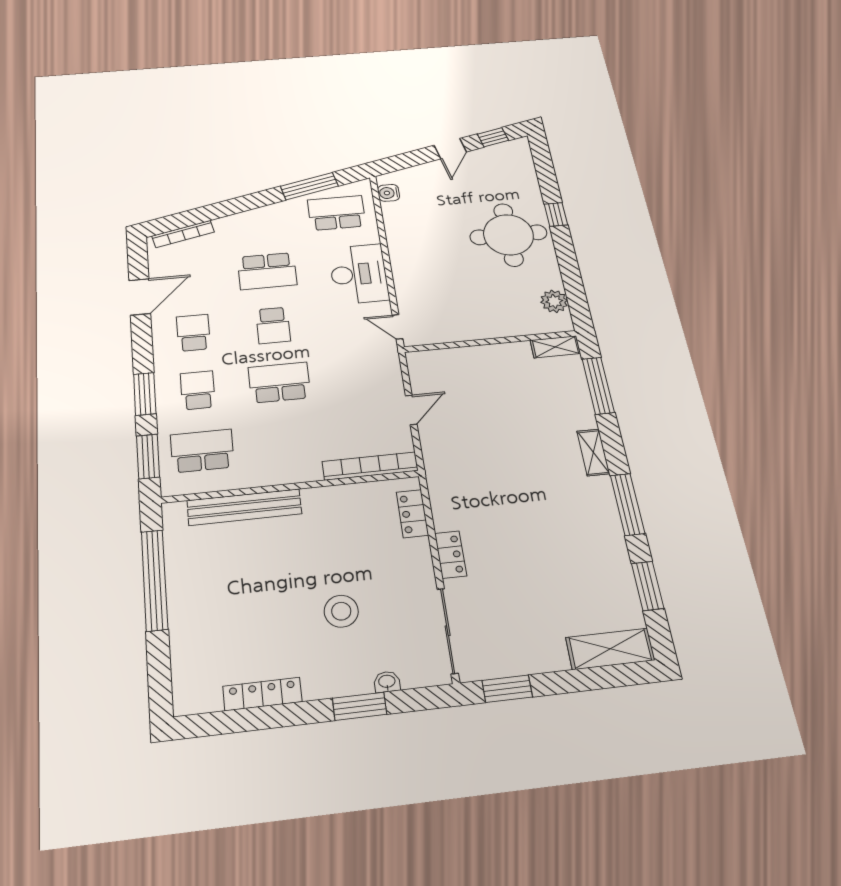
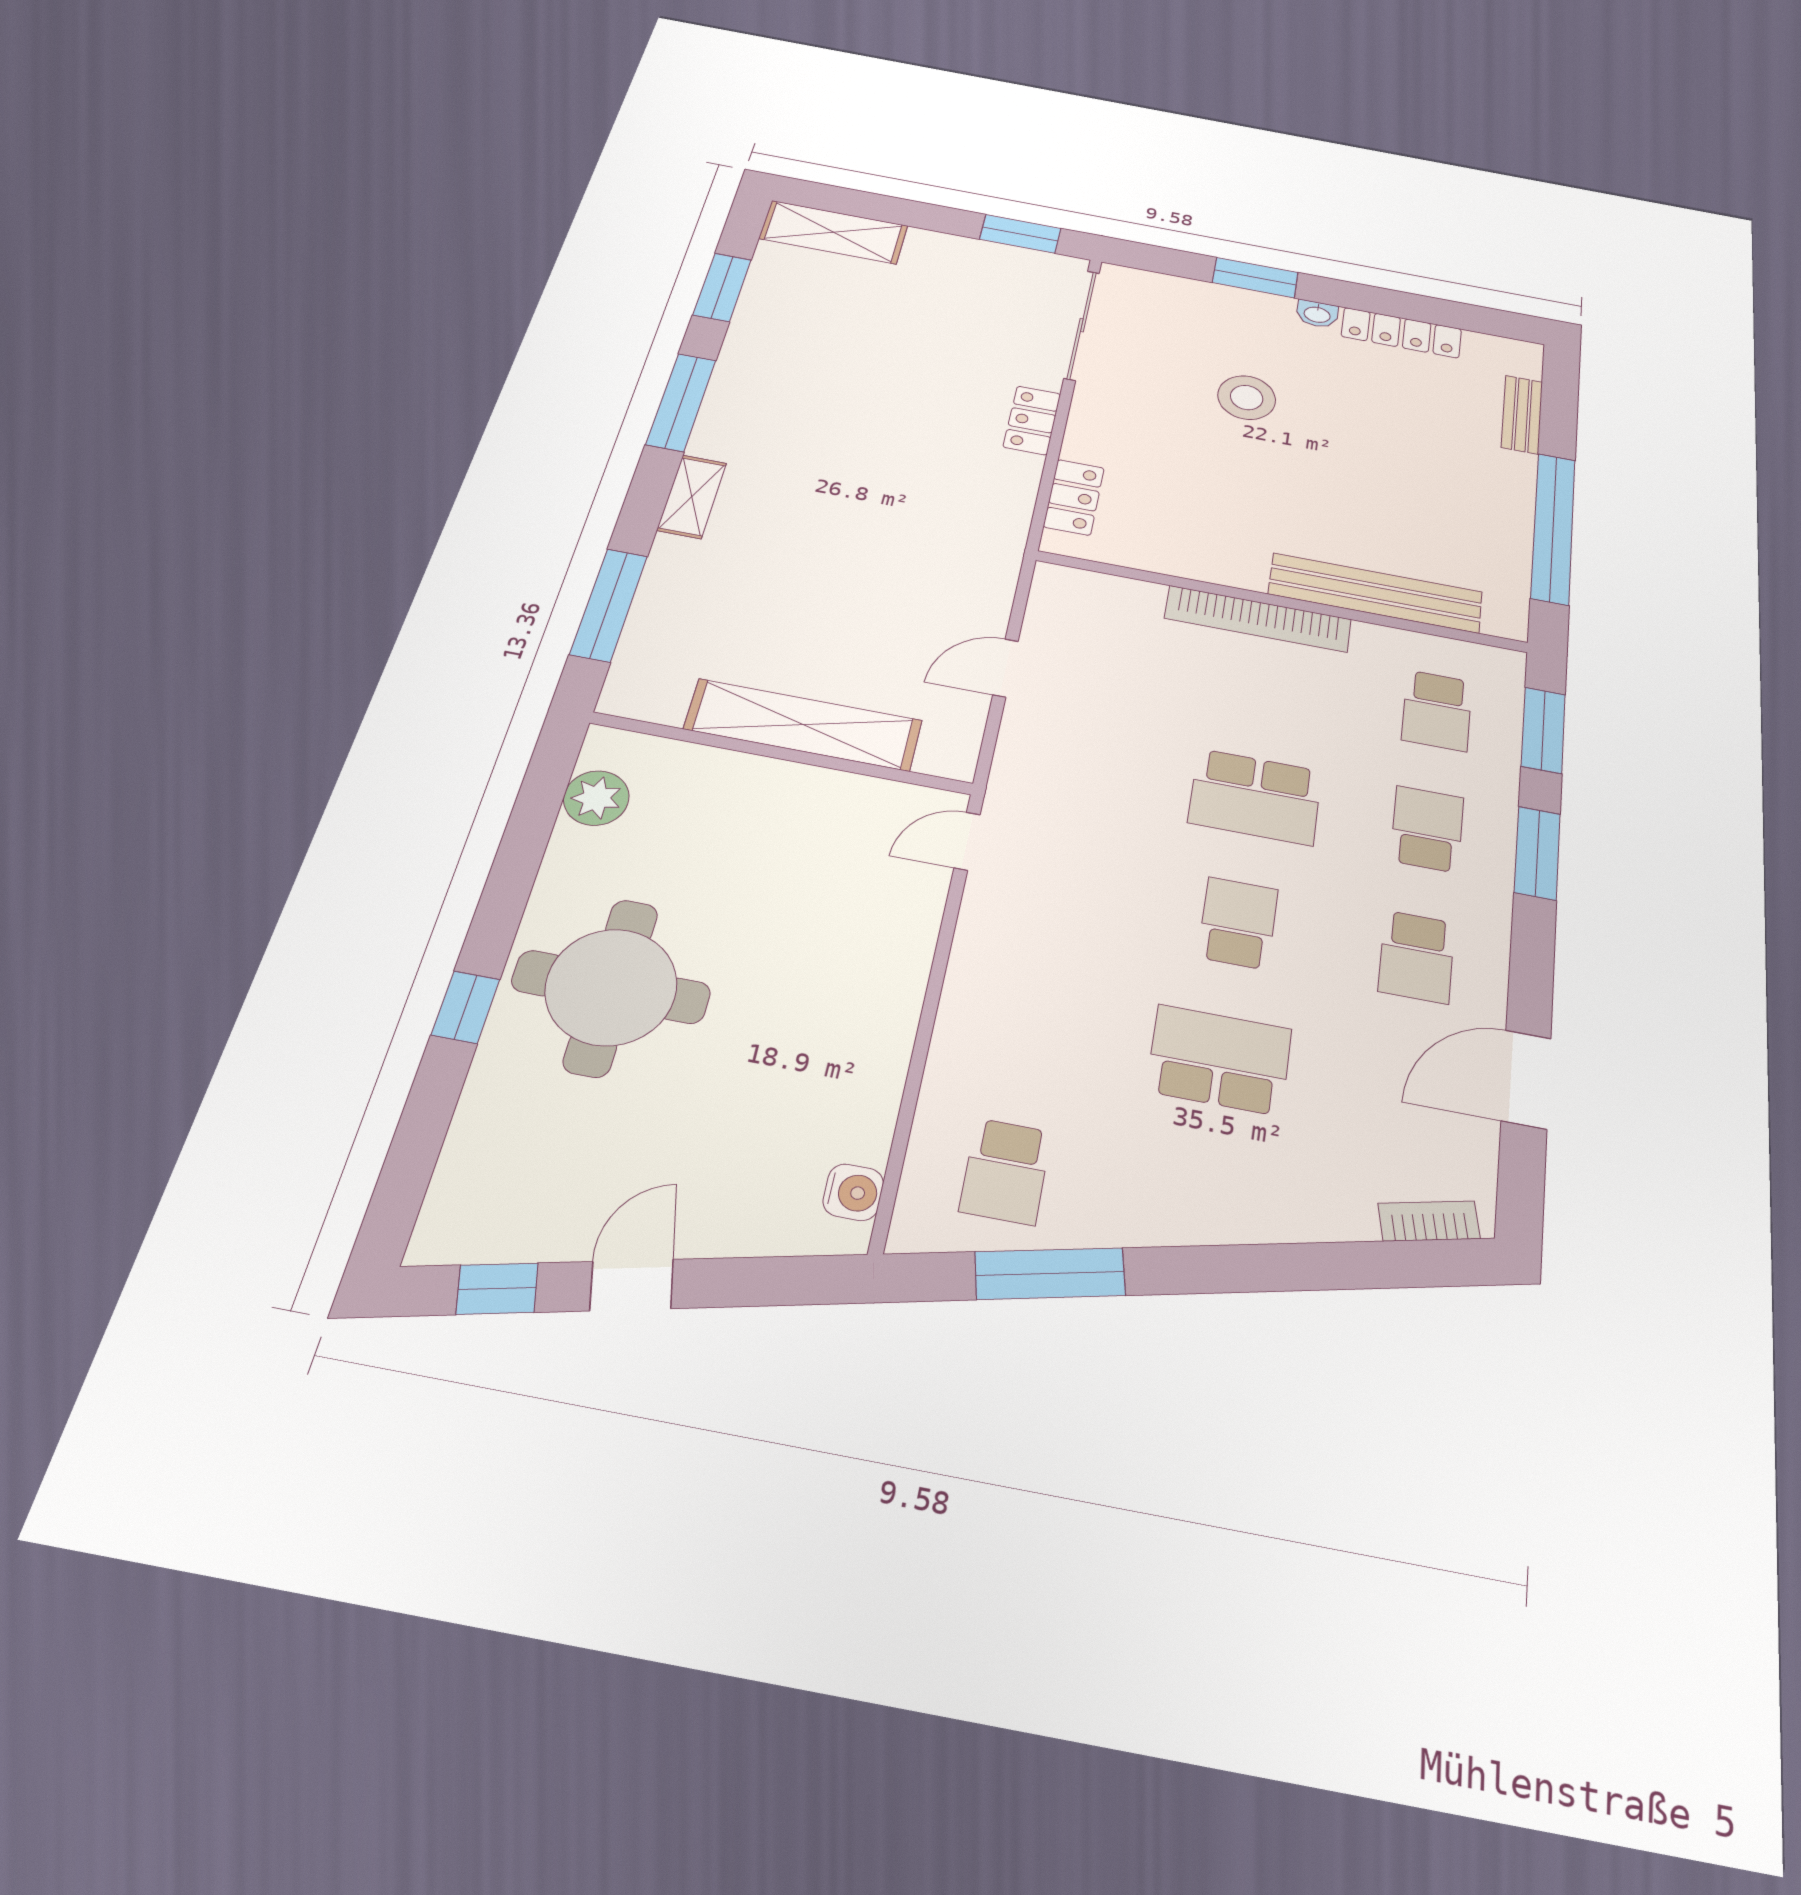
school desk: (337, 213) -> (1006, 1171), width x0.54
bookcase: (183, 234) -> (1429, 1221), width x0.64
desk: (359, 274) -> (1008, 990), removed
door: (398, 327) -> (967, 841), swing flipped
shelving: (555, 347) -> (803, 725), moved, width x2.20, depth x1.33
school desk: (198, 390) -> (1427, 829), turned 180
school desk: (202, 451) -> (1437, 711), width x0.54
bookcase: (370, 466) -> (1258, 619), moved
bench: (181, 655) -> (1522, 414), added
washbasin: (387, 682) -> (1317, 314), moved

